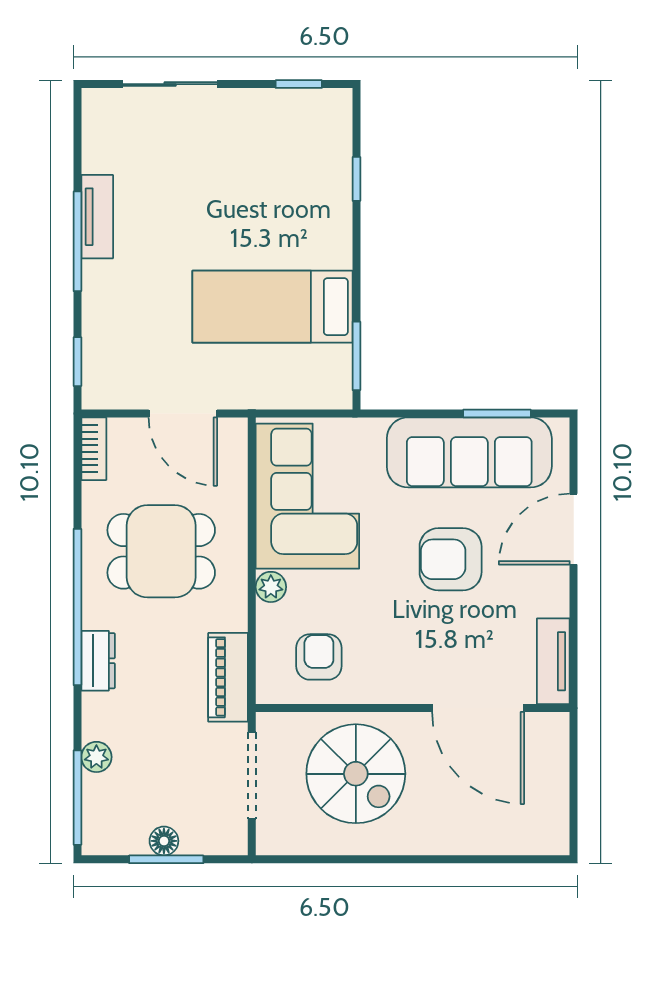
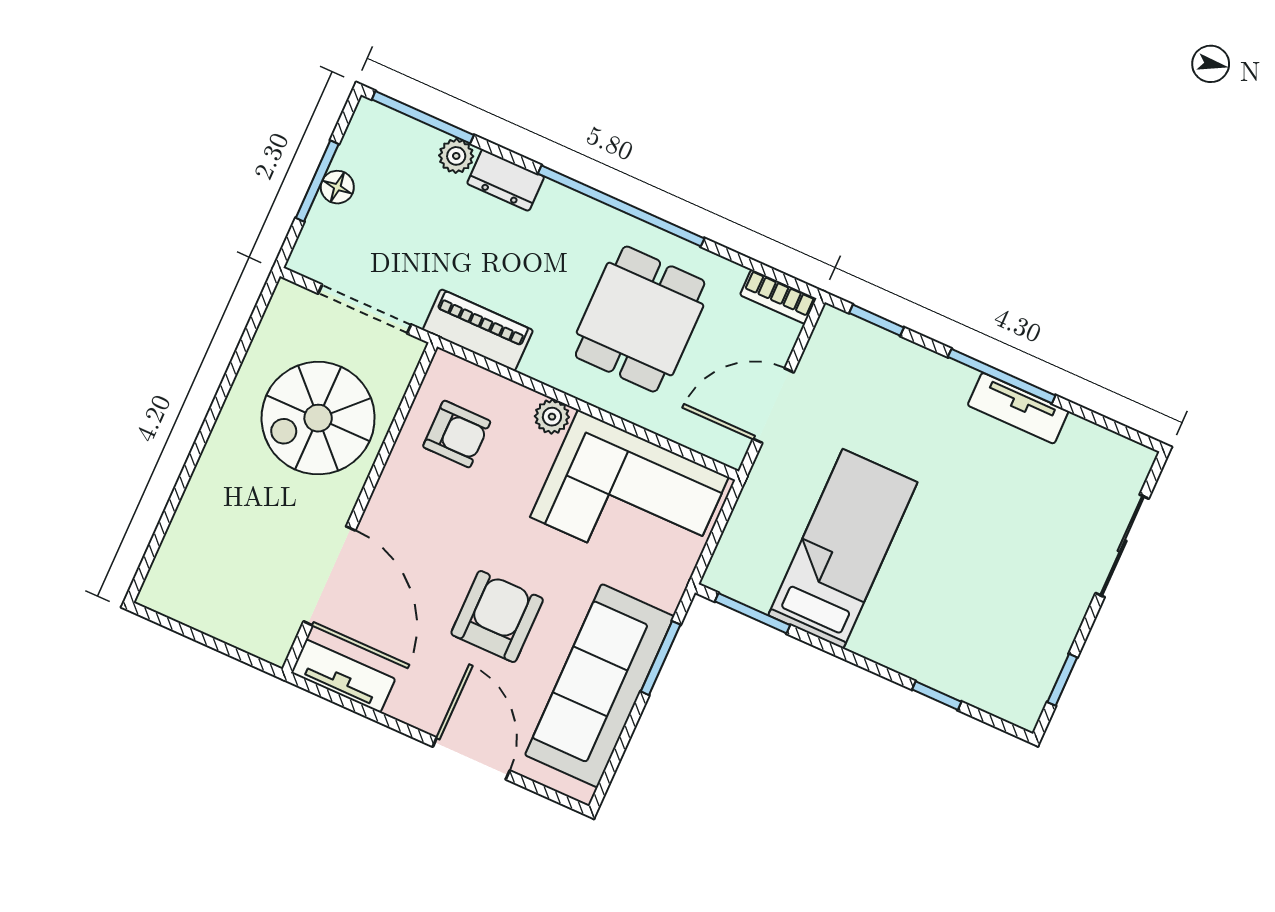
window: (497, 414) -> (661, 658), moved
dresser: (98, 661) -> (506, 180), moved
door: (478, 708) -> (329, 576), swing flipped

